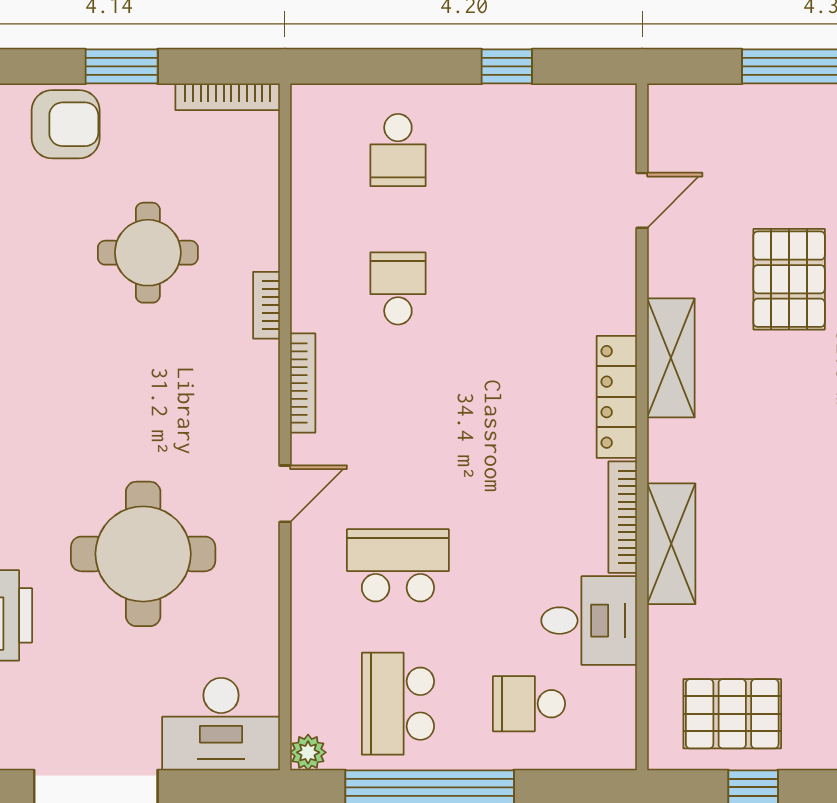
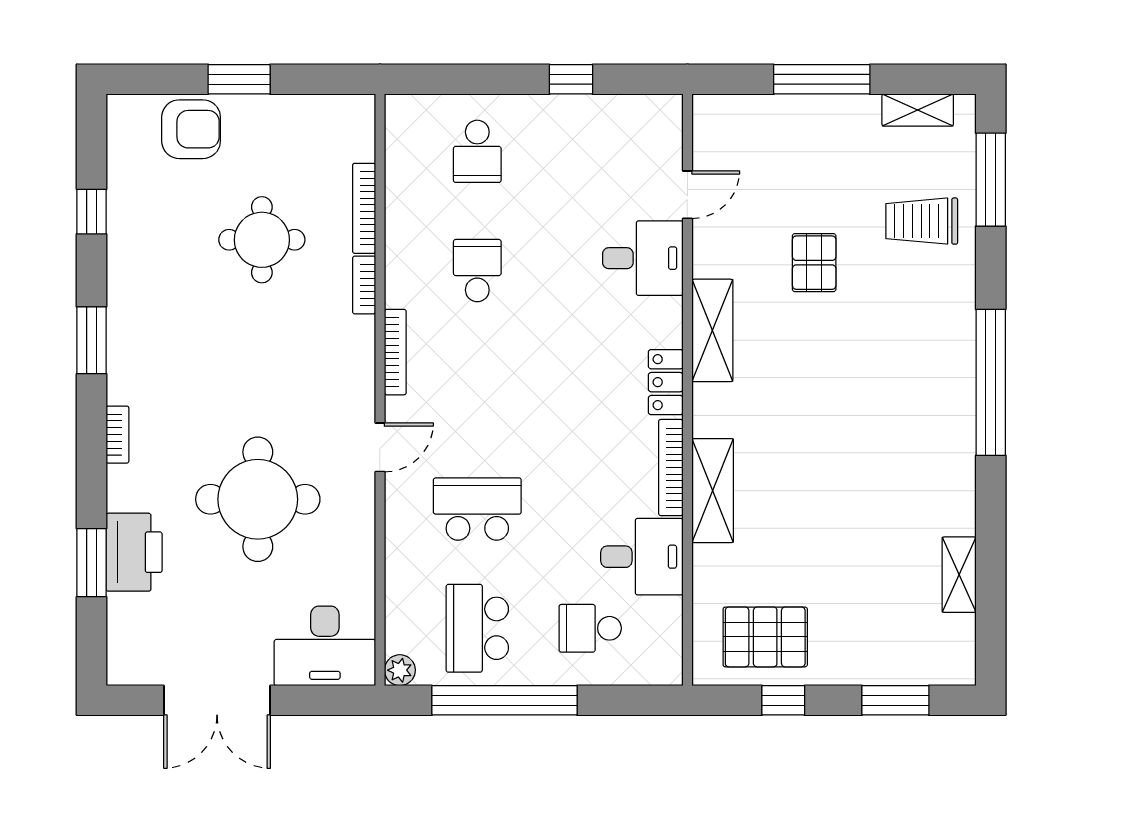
bookcase: (228, 97) -> (364, 208), moved, turned 90
desk: (590, 274) -> (643, 258), added
pallet: (789, 279) -> (814, 263), width x0.67, depth x0.71
locker: (617, 397) -> (666, 382), width x0.66

